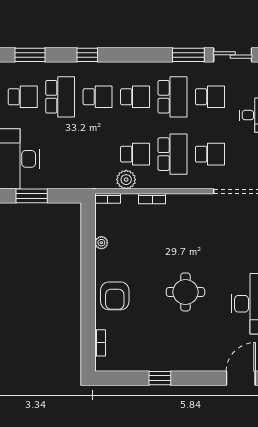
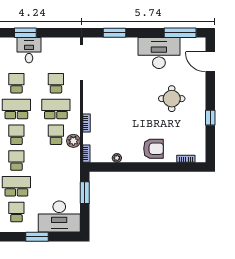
window: (32, 196) -> (85, 193), moved
round table: (185, 292) -> (172, 99), moved

